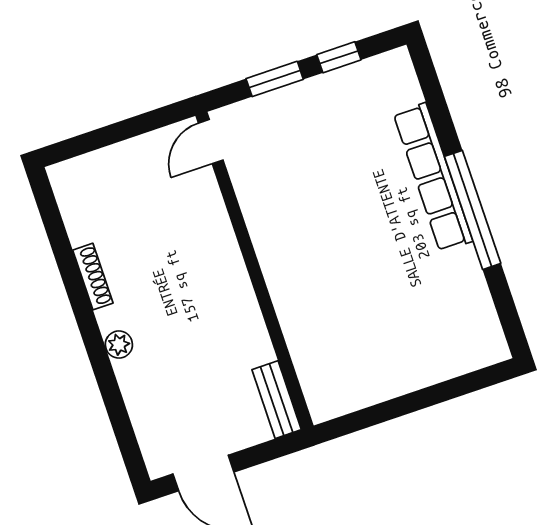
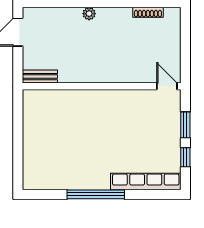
row of seats: (433, 177) -> (146, 181), moved
shoe rack: (93, 277) -> (148, 12), moved

